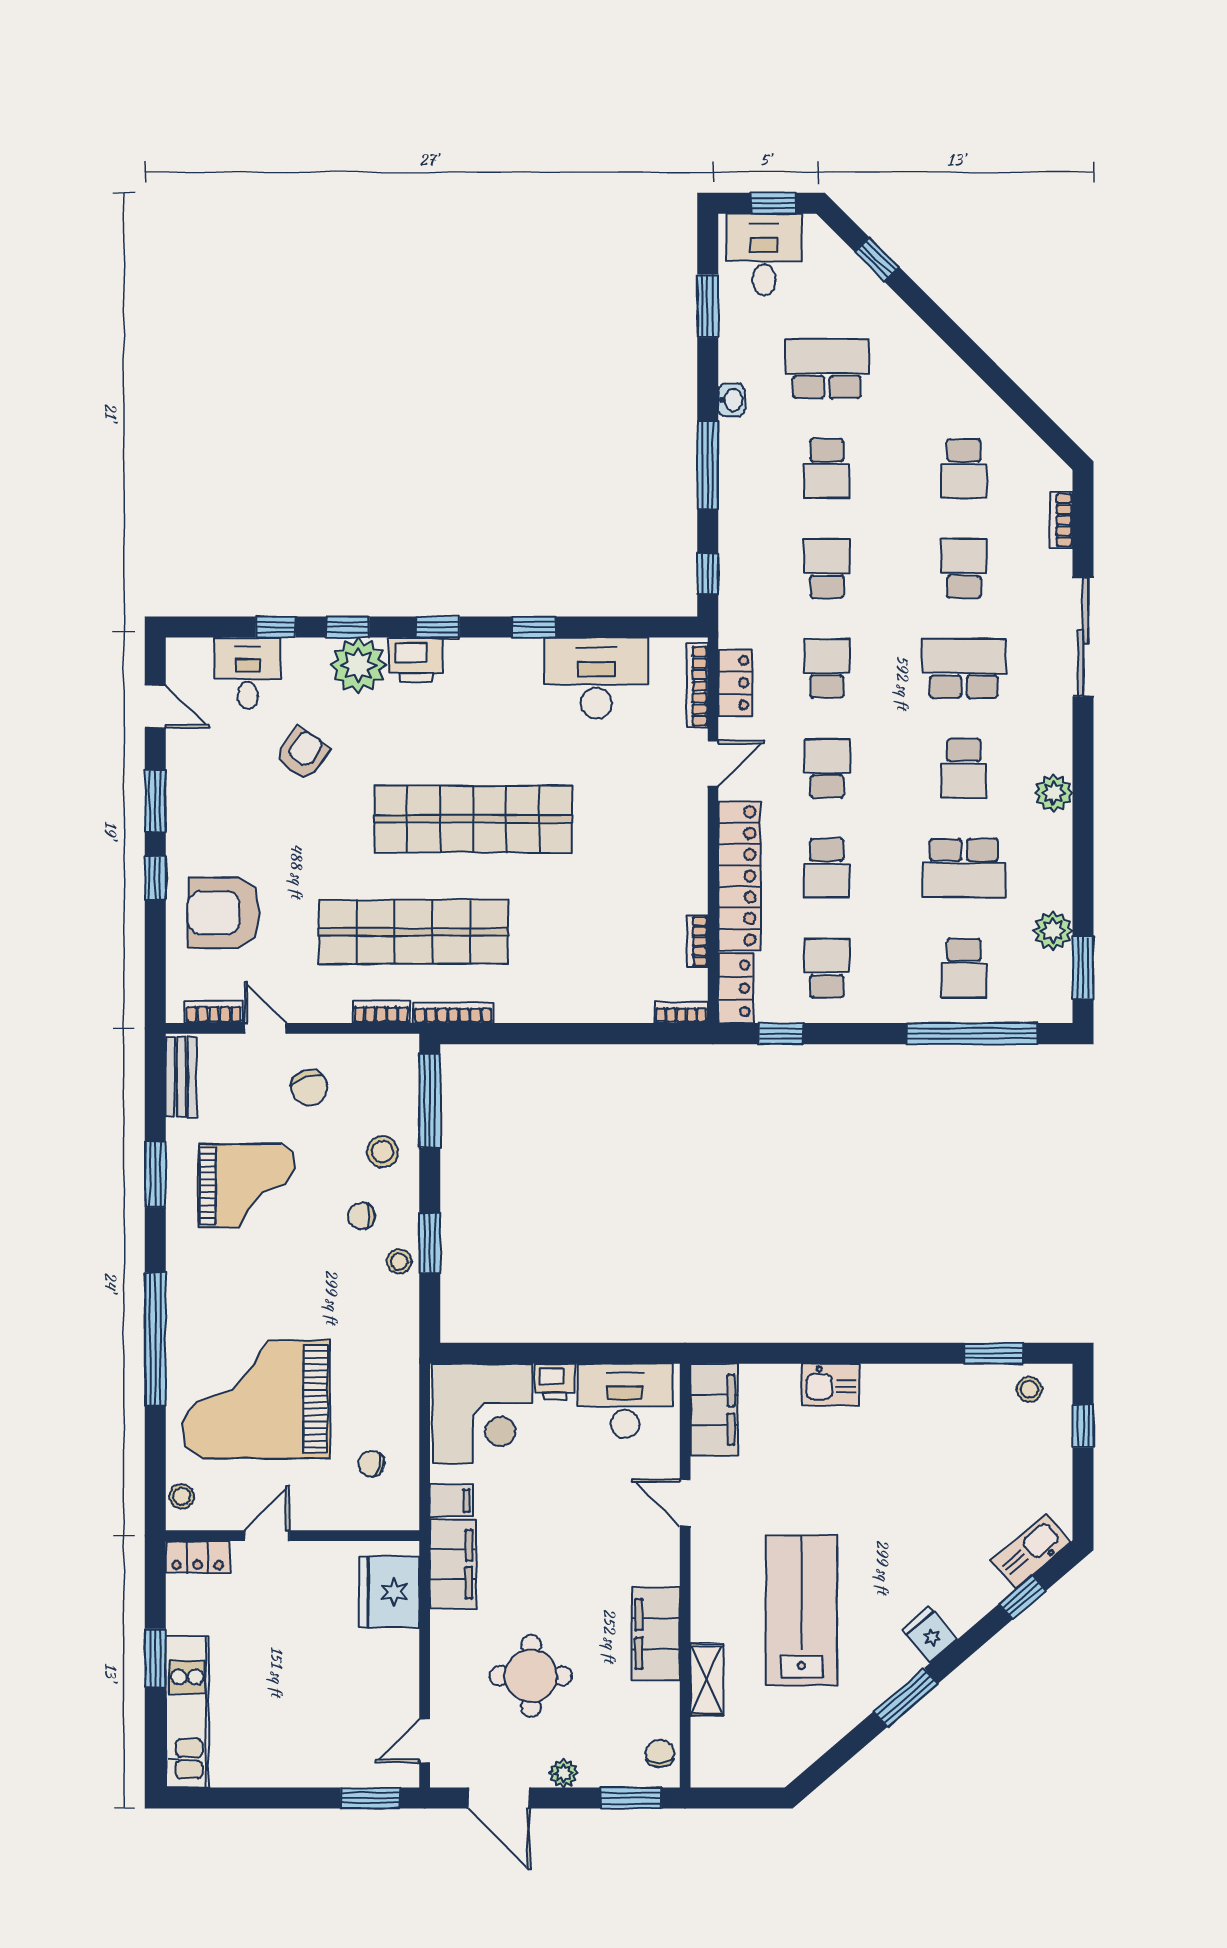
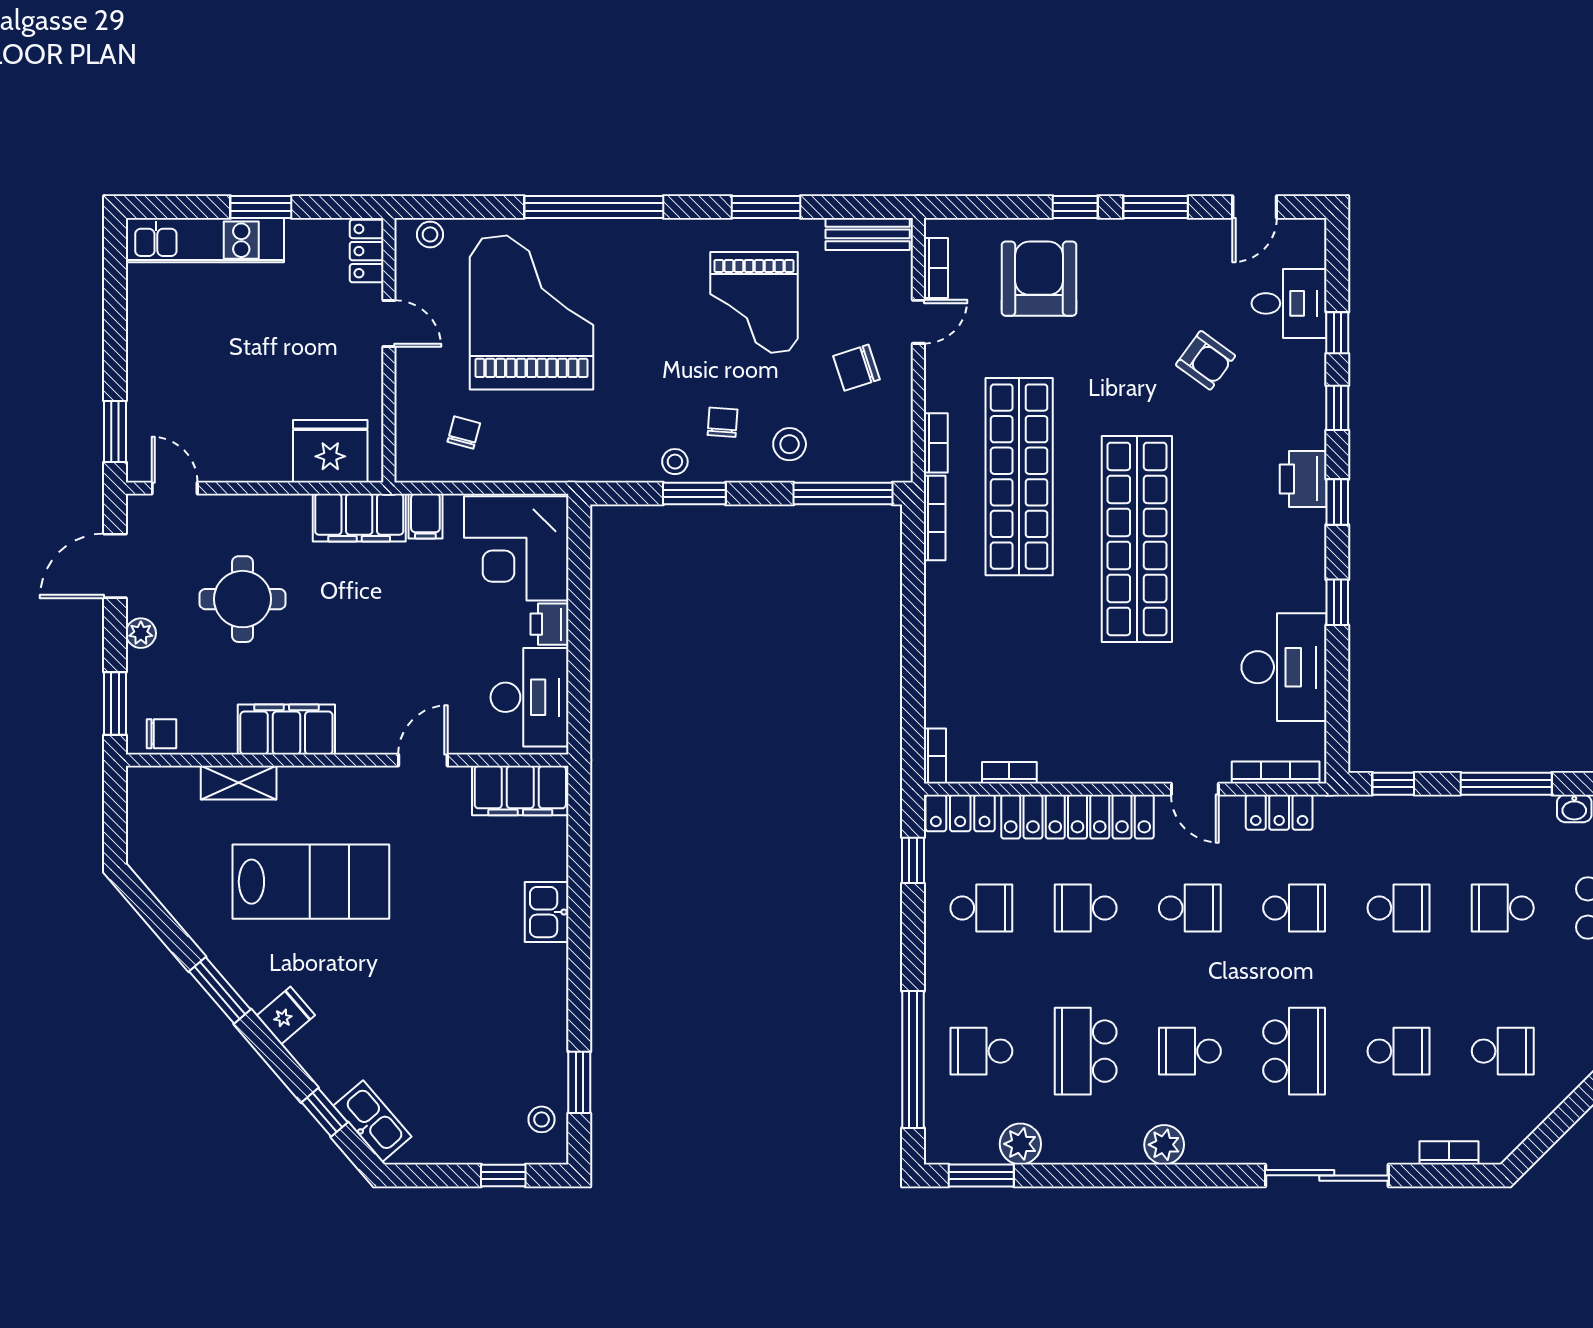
school desk: (964, 469) -> (1503, 1051), turned 180
plant: (358, 665) -> (1297, 419), removed

